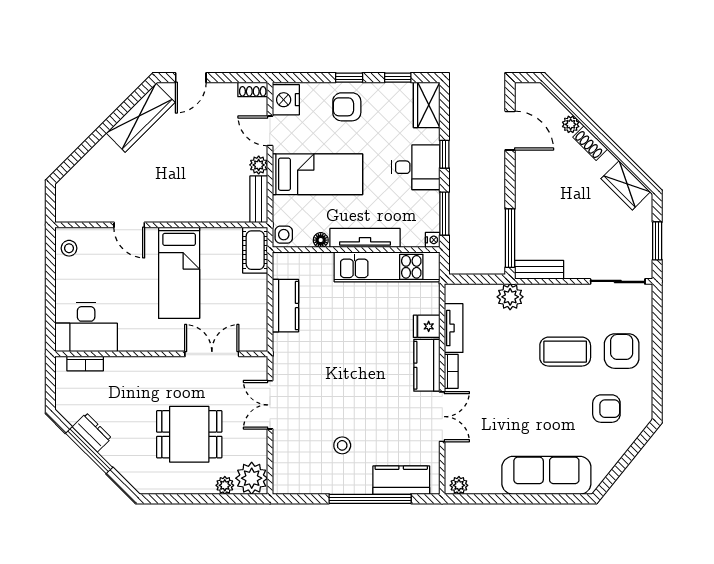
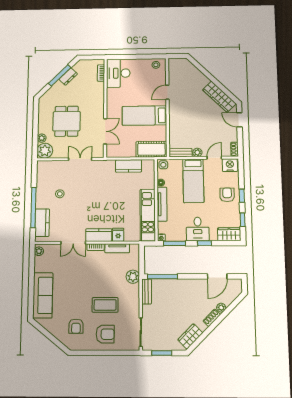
cot: (255, 250) -> (151, 149), width x1.37, depth x1.34
coffee table: (565, 352) -> (105, 305), turned 90

